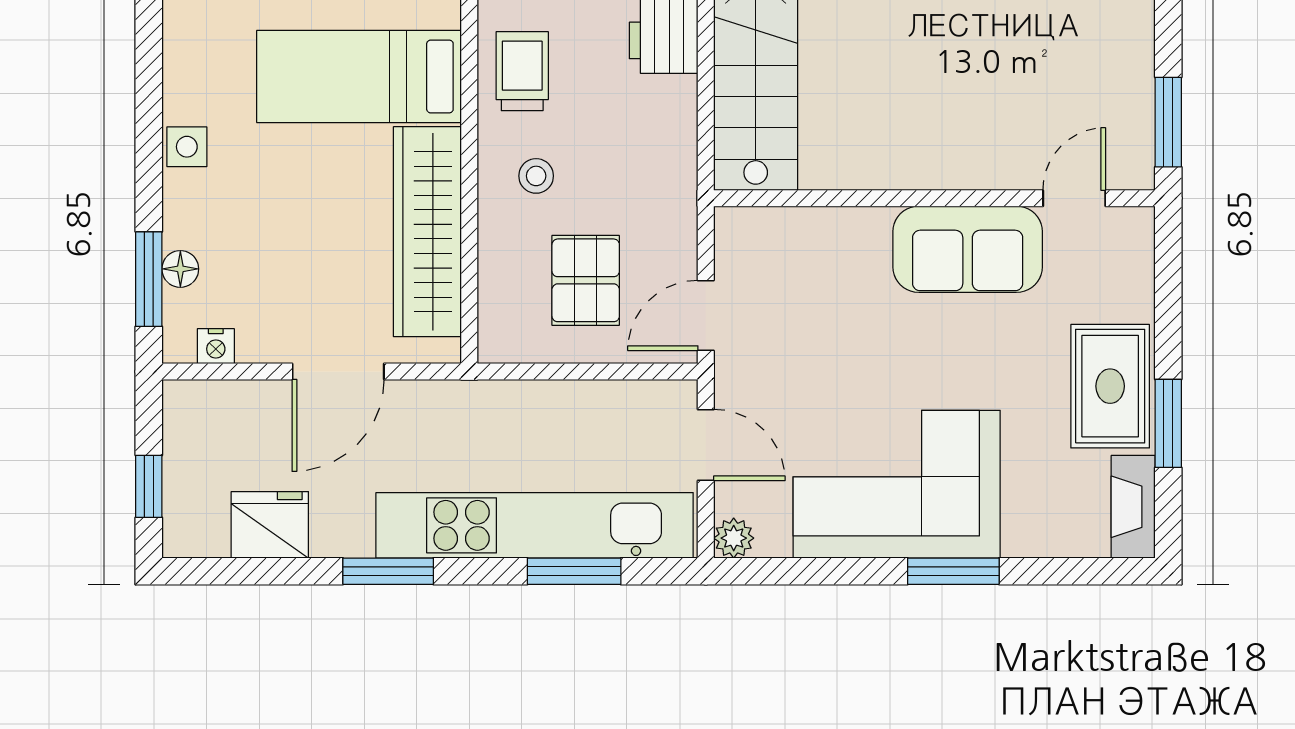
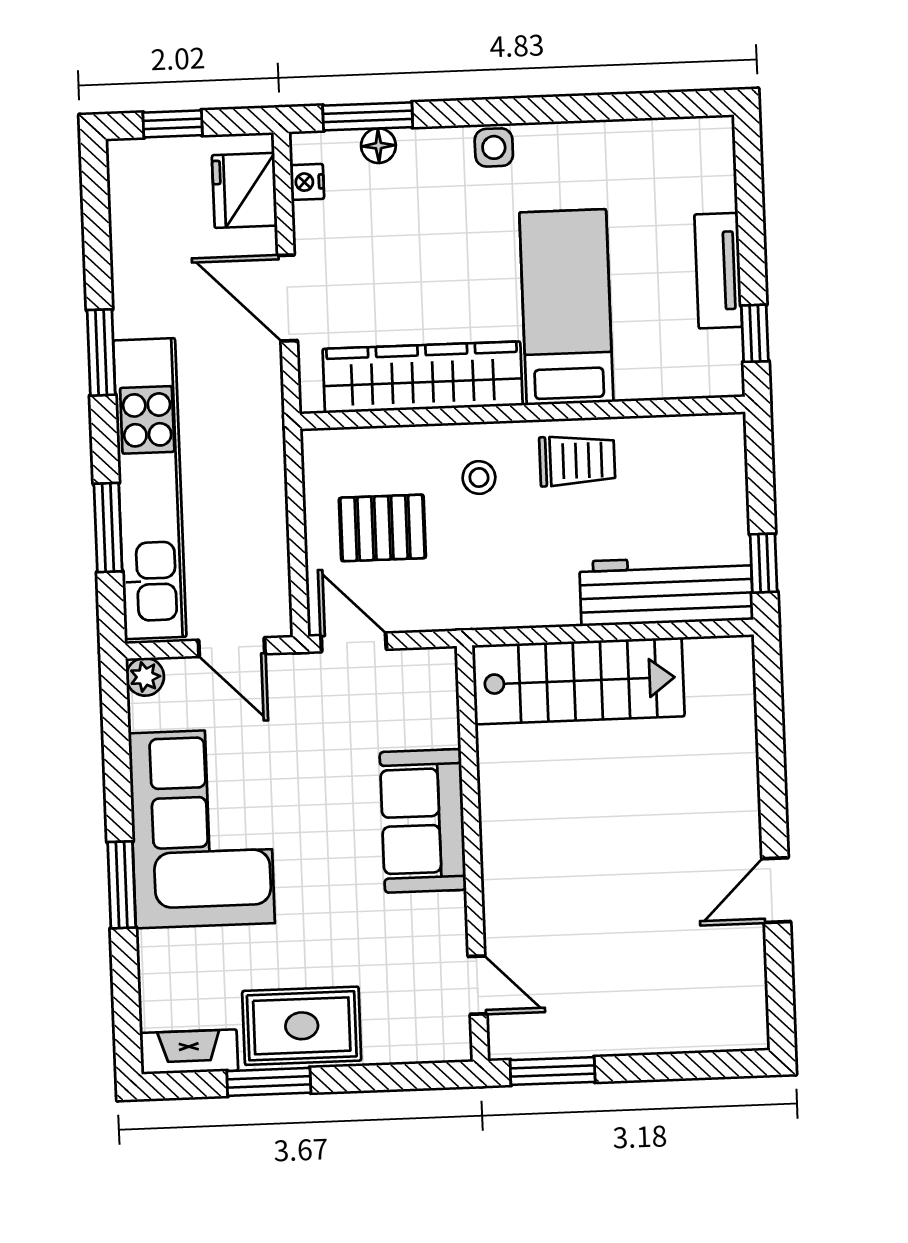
sofa: (968, 249) -> (423, 821), moved
door: (706, 445) -> (232, 647), hinge flipped
fridge: (270, 525) -> (245, 190), moved, turned 180

